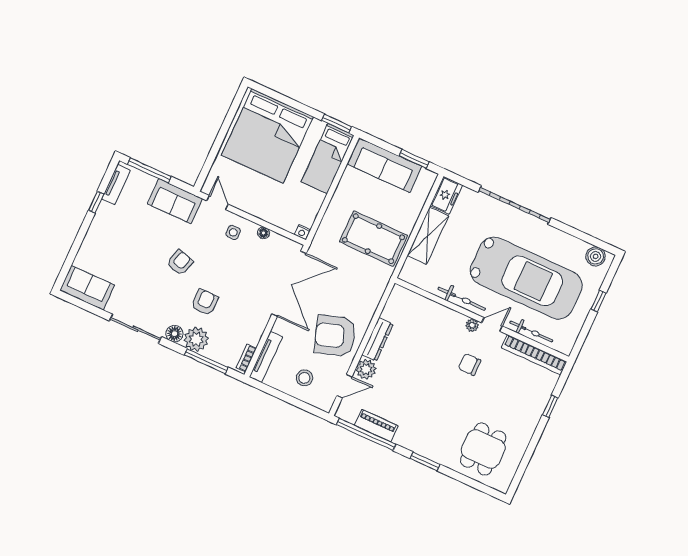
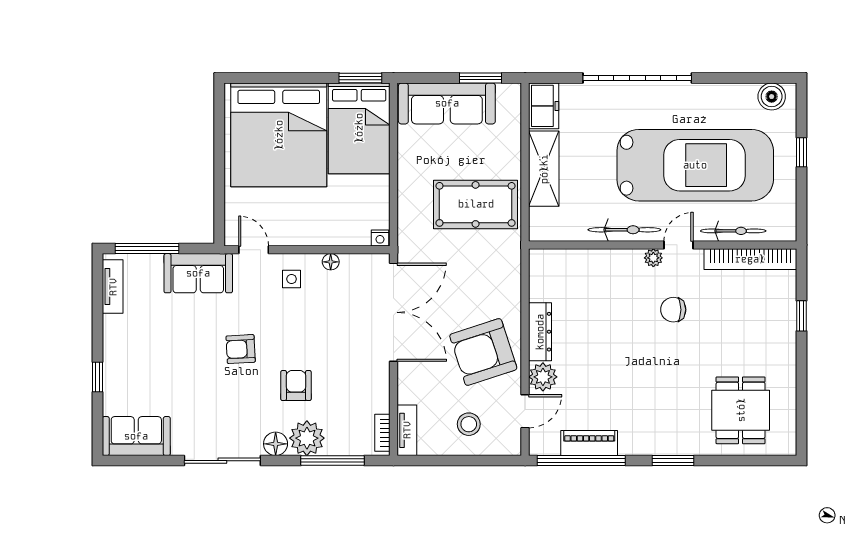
bed: (328, 159) -> (359, 128), width x1.50
window: (96, 202) -> (97, 377), moved
armchair: (180, 262) -> (241, 349), turned -110
tv unit: (266, 357) -> (407, 430), width x0.71

